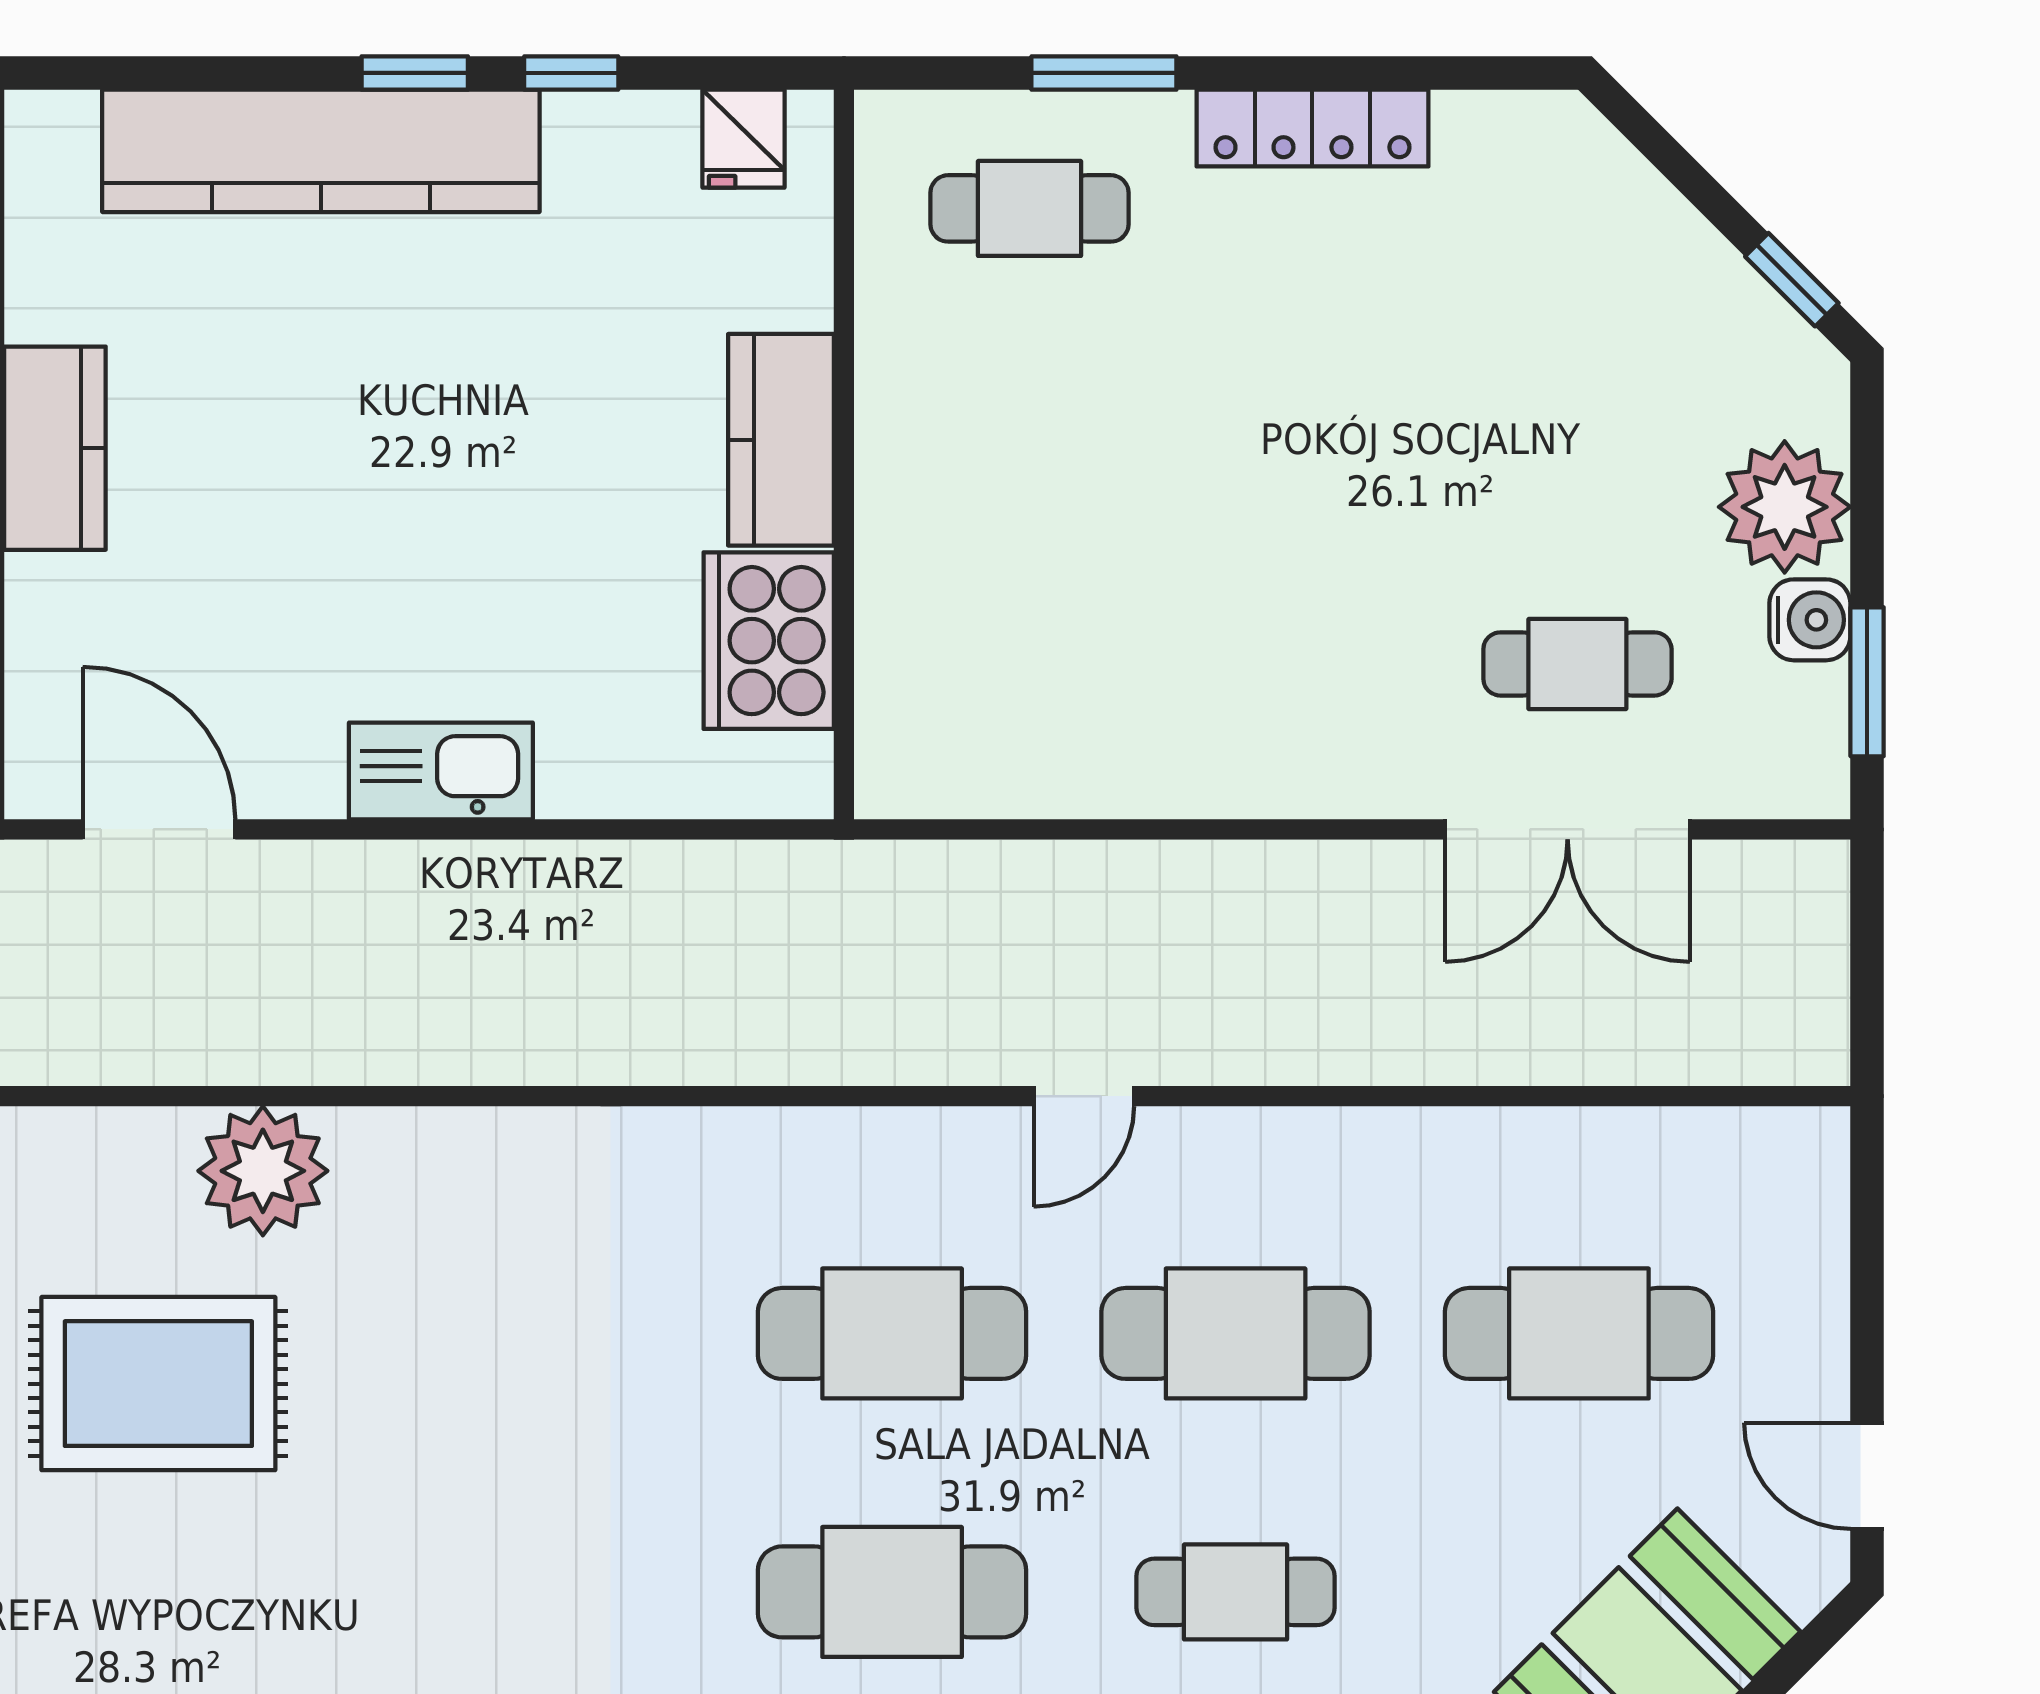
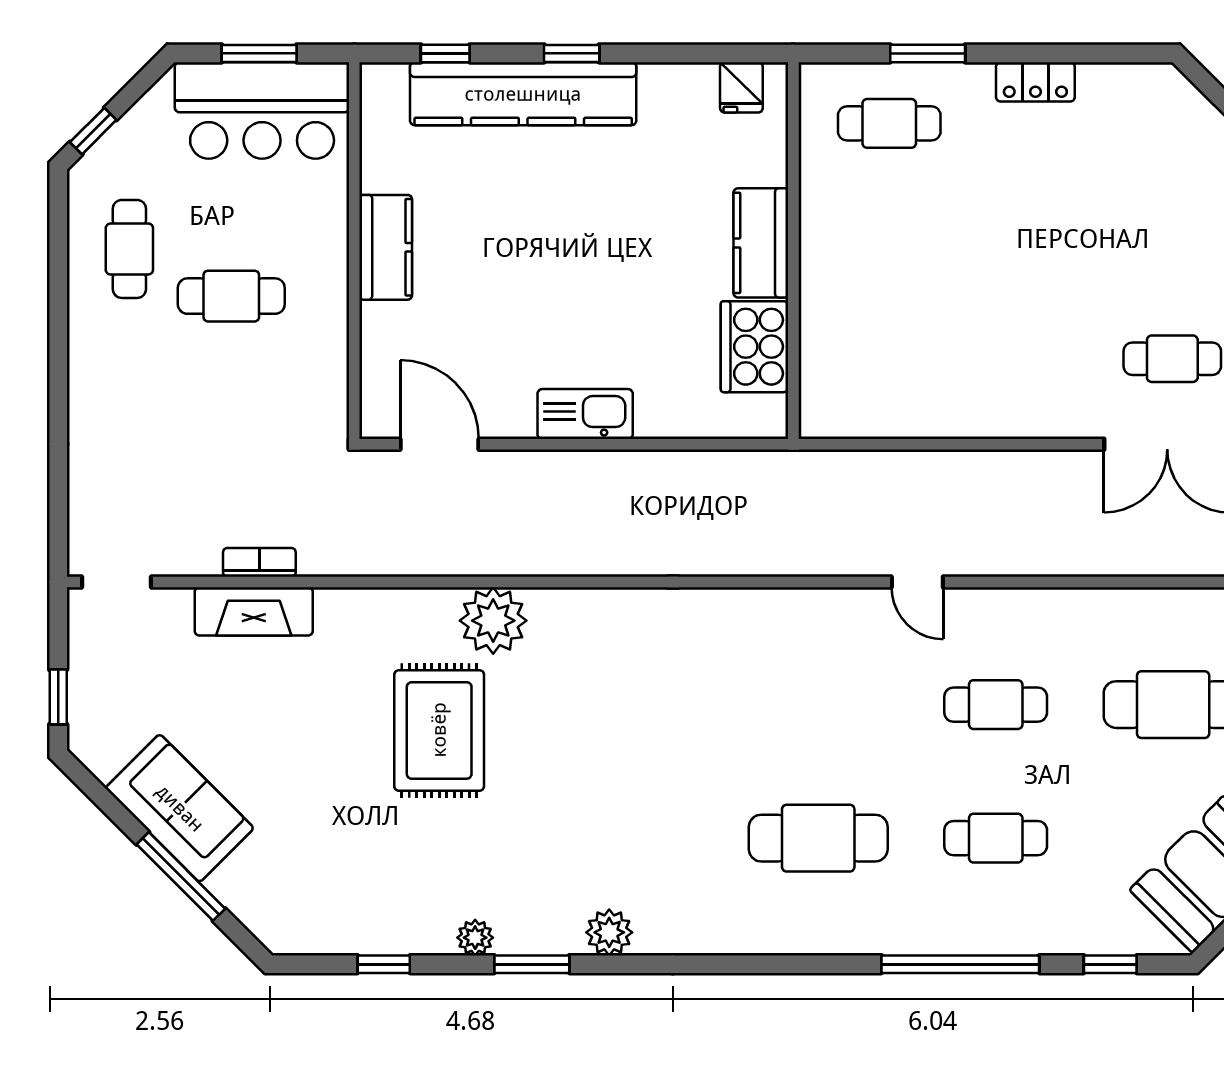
window: (571, 73) -> (445, 53), moved
locker: (1312, 128) -> (1035, 82), width x0.66
door: (1084, 1096) -> (917, 582), hinge flipped
cafe table: (892, 1333) -> (818, 705), removed
cafe table: (1236, 1333) -> (996, 705), width x0.73, depth x0.74
rug: (158, 1384) -> (439, 730), turned 90

